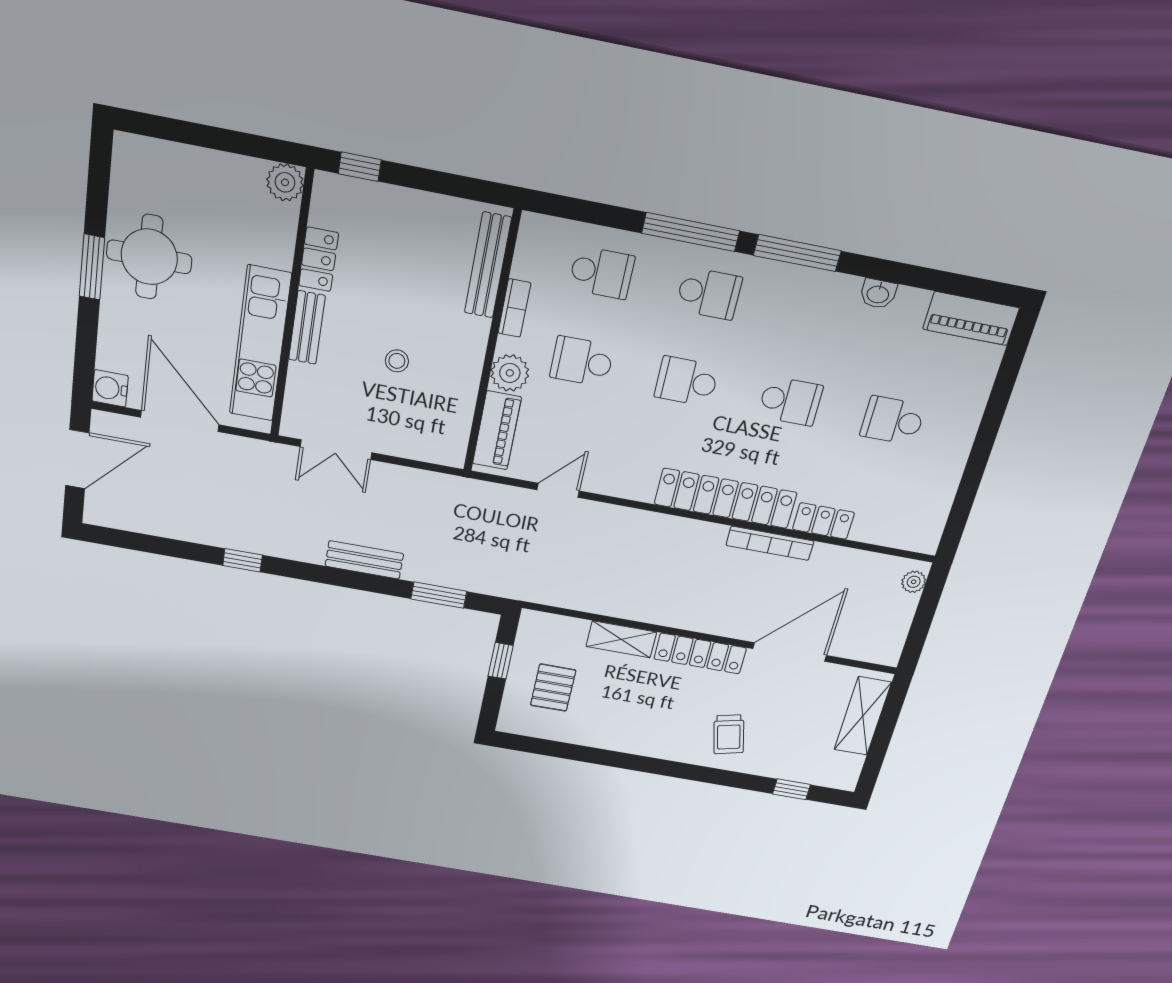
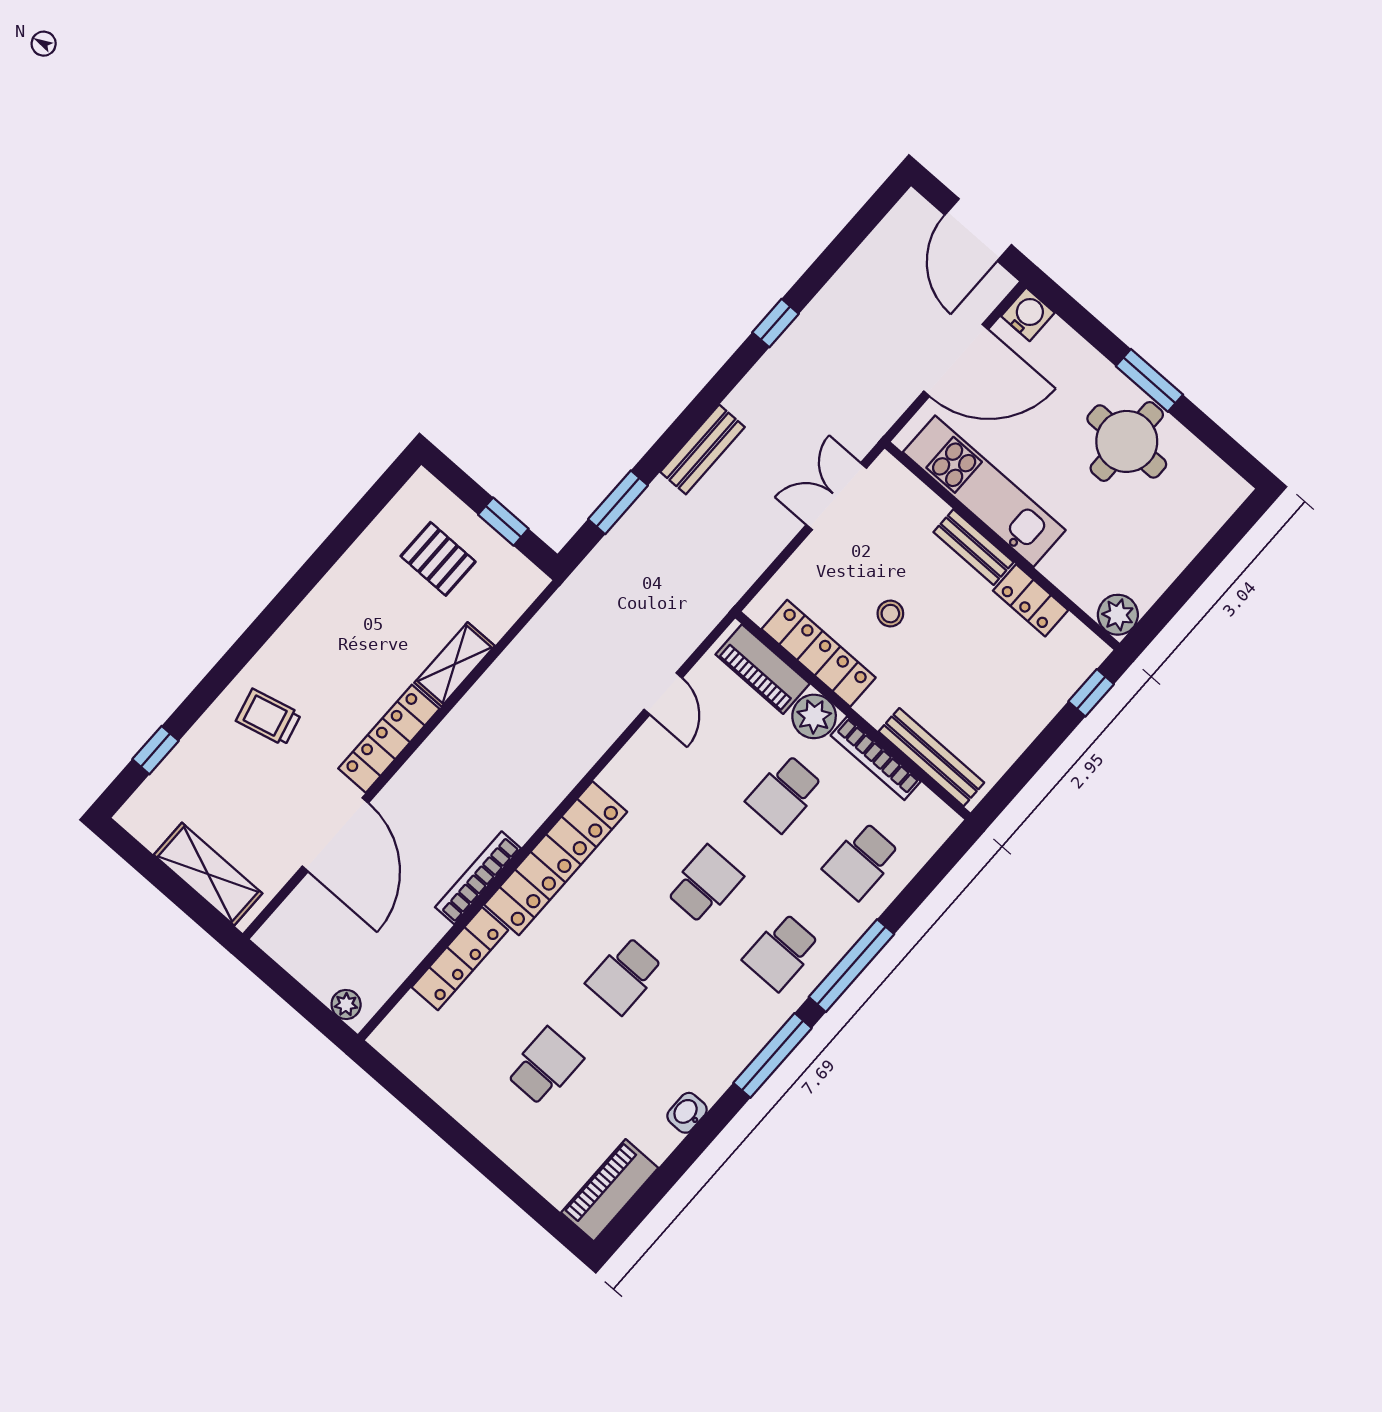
bookcase: (514, 308) -> (876, 758), width x1.56
school desk: (582, 361) -> (785, 793), turned 180
locker: (460, 397) -> (819, 653), added
locker: (823, 521) -> (460, 959), width x1.53

